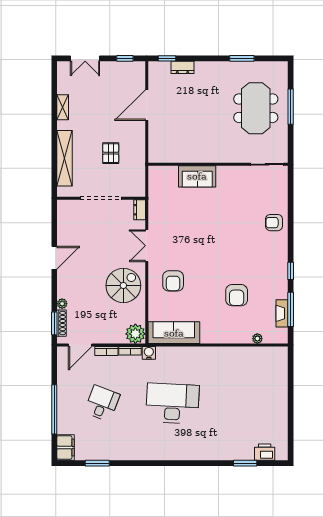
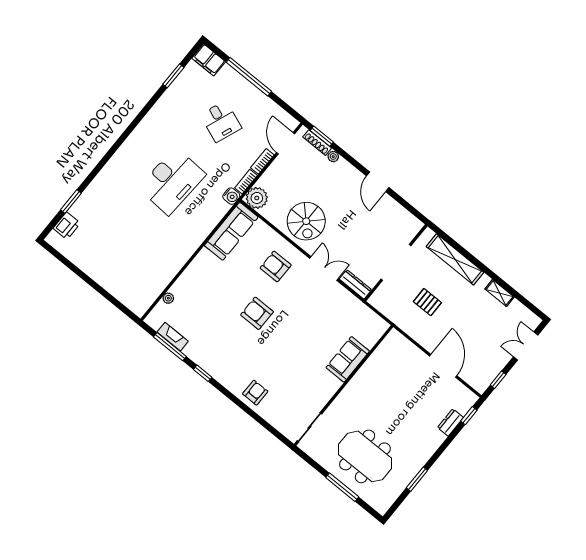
dresser: (140, 210) -> (355, 284), width x1.44
armchair: (237, 295) -> (257, 313), moved

